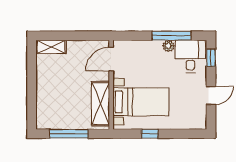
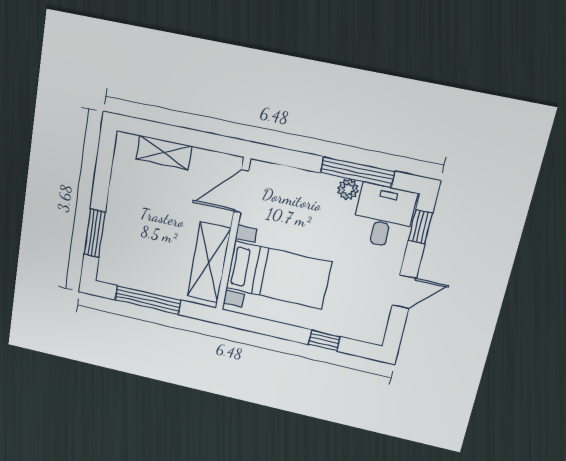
shelving: (51, 47) -> (164, 153), moved
window: (32, 101) -> (95, 233), added
window: (150, 134) -> (324, 341), moved

